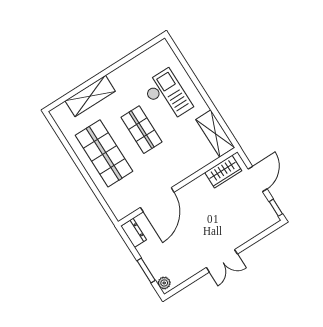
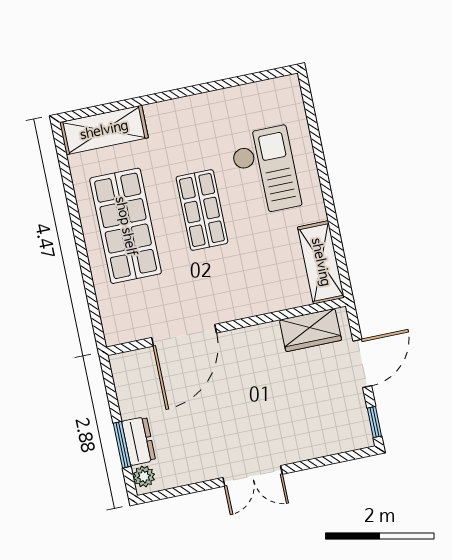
shelving: (90, 96) -> (104, 130), moved
dresser: (134, 233) -> (138, 441), moved

